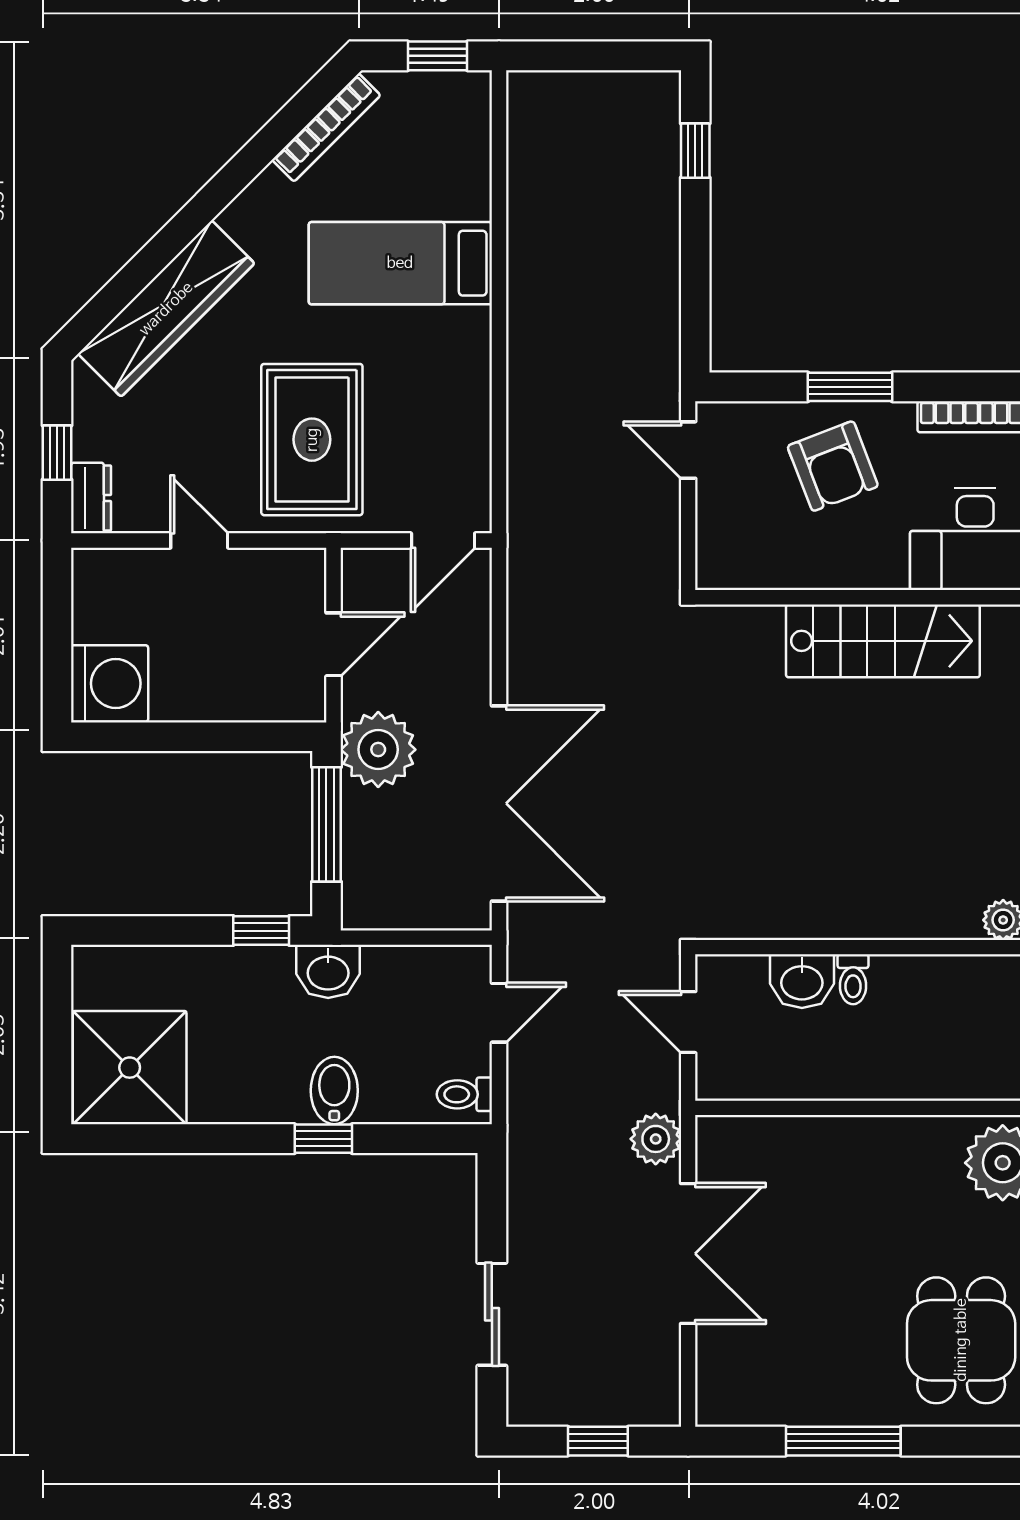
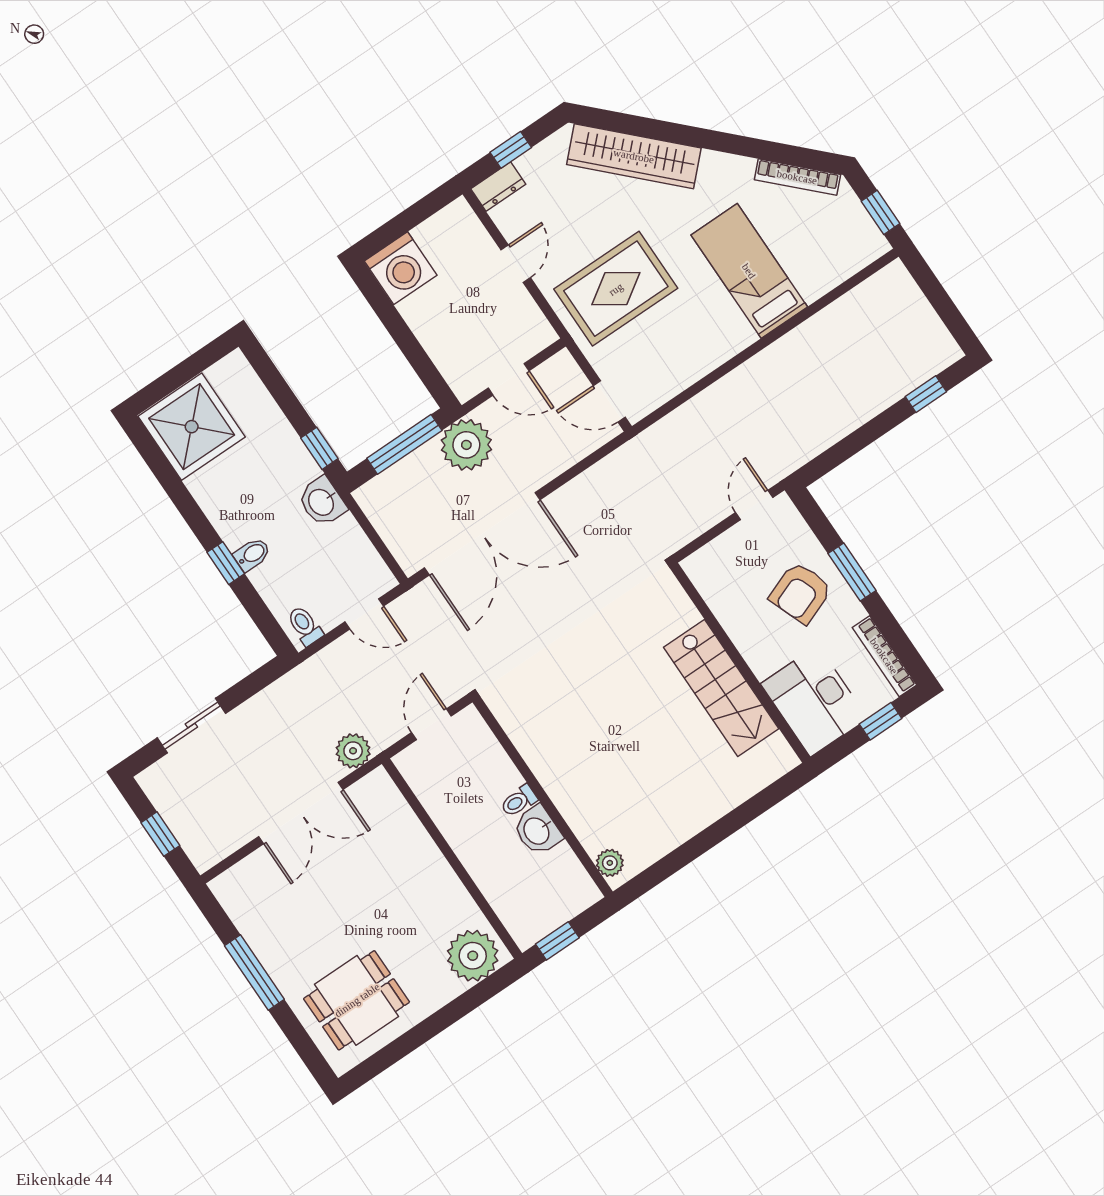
washbasin: (802, 981) -> (537, 830), moved
bidet: (334, 1091) -> (252, 554), width x0.72, depth x0.74

